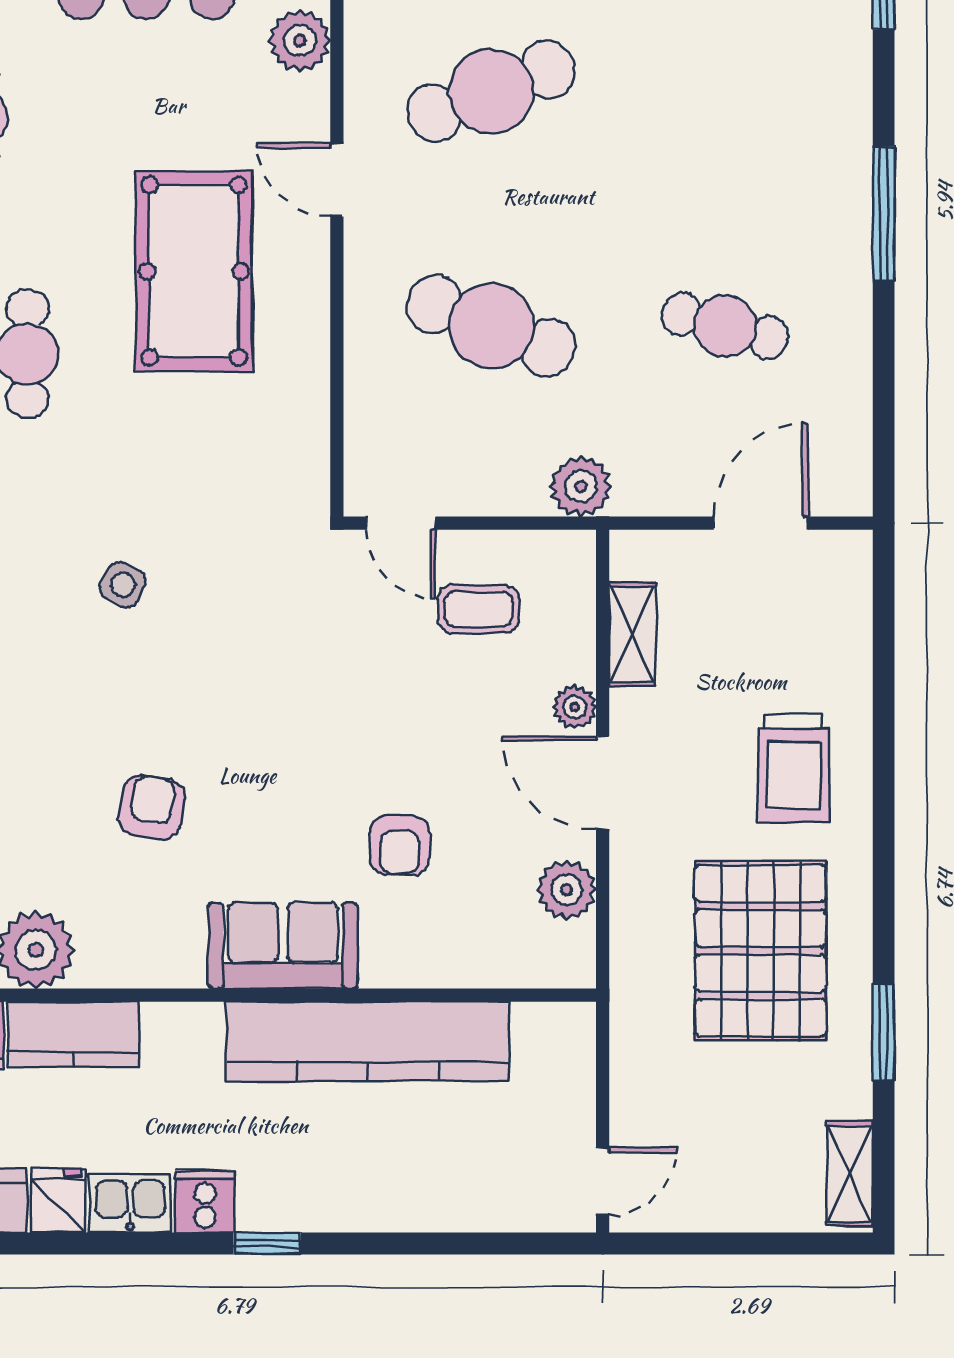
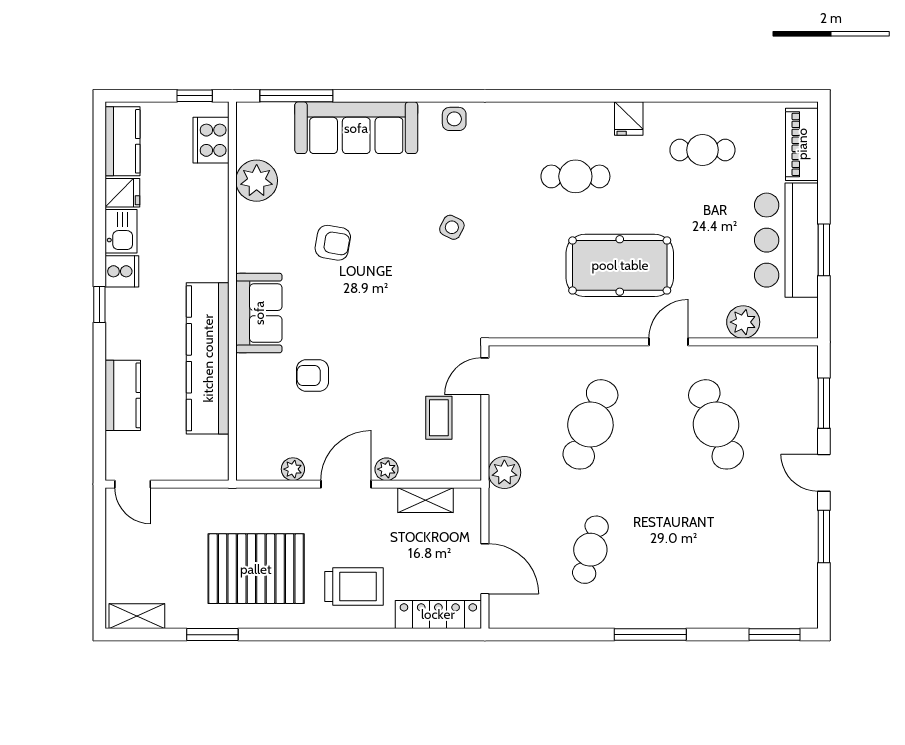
locker: (846, 610) -> (438, 614), added
trolley: (794, 768) -> (354, 586), turned 180
plant: (567, 890) -> (293, 469), width x0.73, depth x0.73
kitchen counter: (73, 1035) -> (123, 395), moved, turned 180

